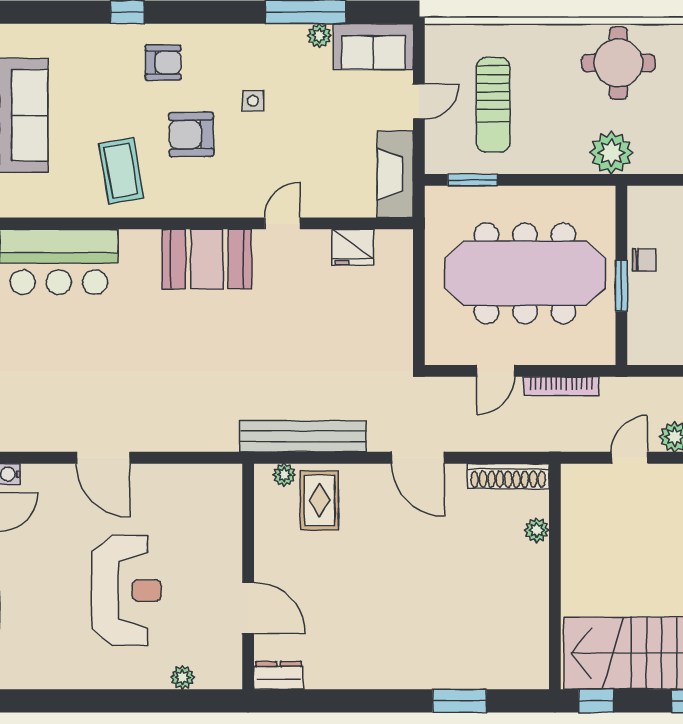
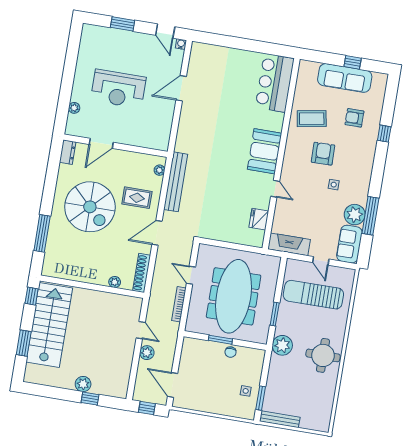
plant: (319, 36) -> (355, 215), width x1.88, depth x1.88
armchair: (163, 62) -> (354, 118), moved, turned 90
sun lounger: (493, 105) -> (313, 295), width x1.36, depth x1.34
window: (473, 180) -> (275, 314), moved
rug: (319, 500) -> (137, 198), moved
spiral stairs: (386, 609) -> (90, 207), added
window: (459, 701) -> (42, 233), width x1.44

